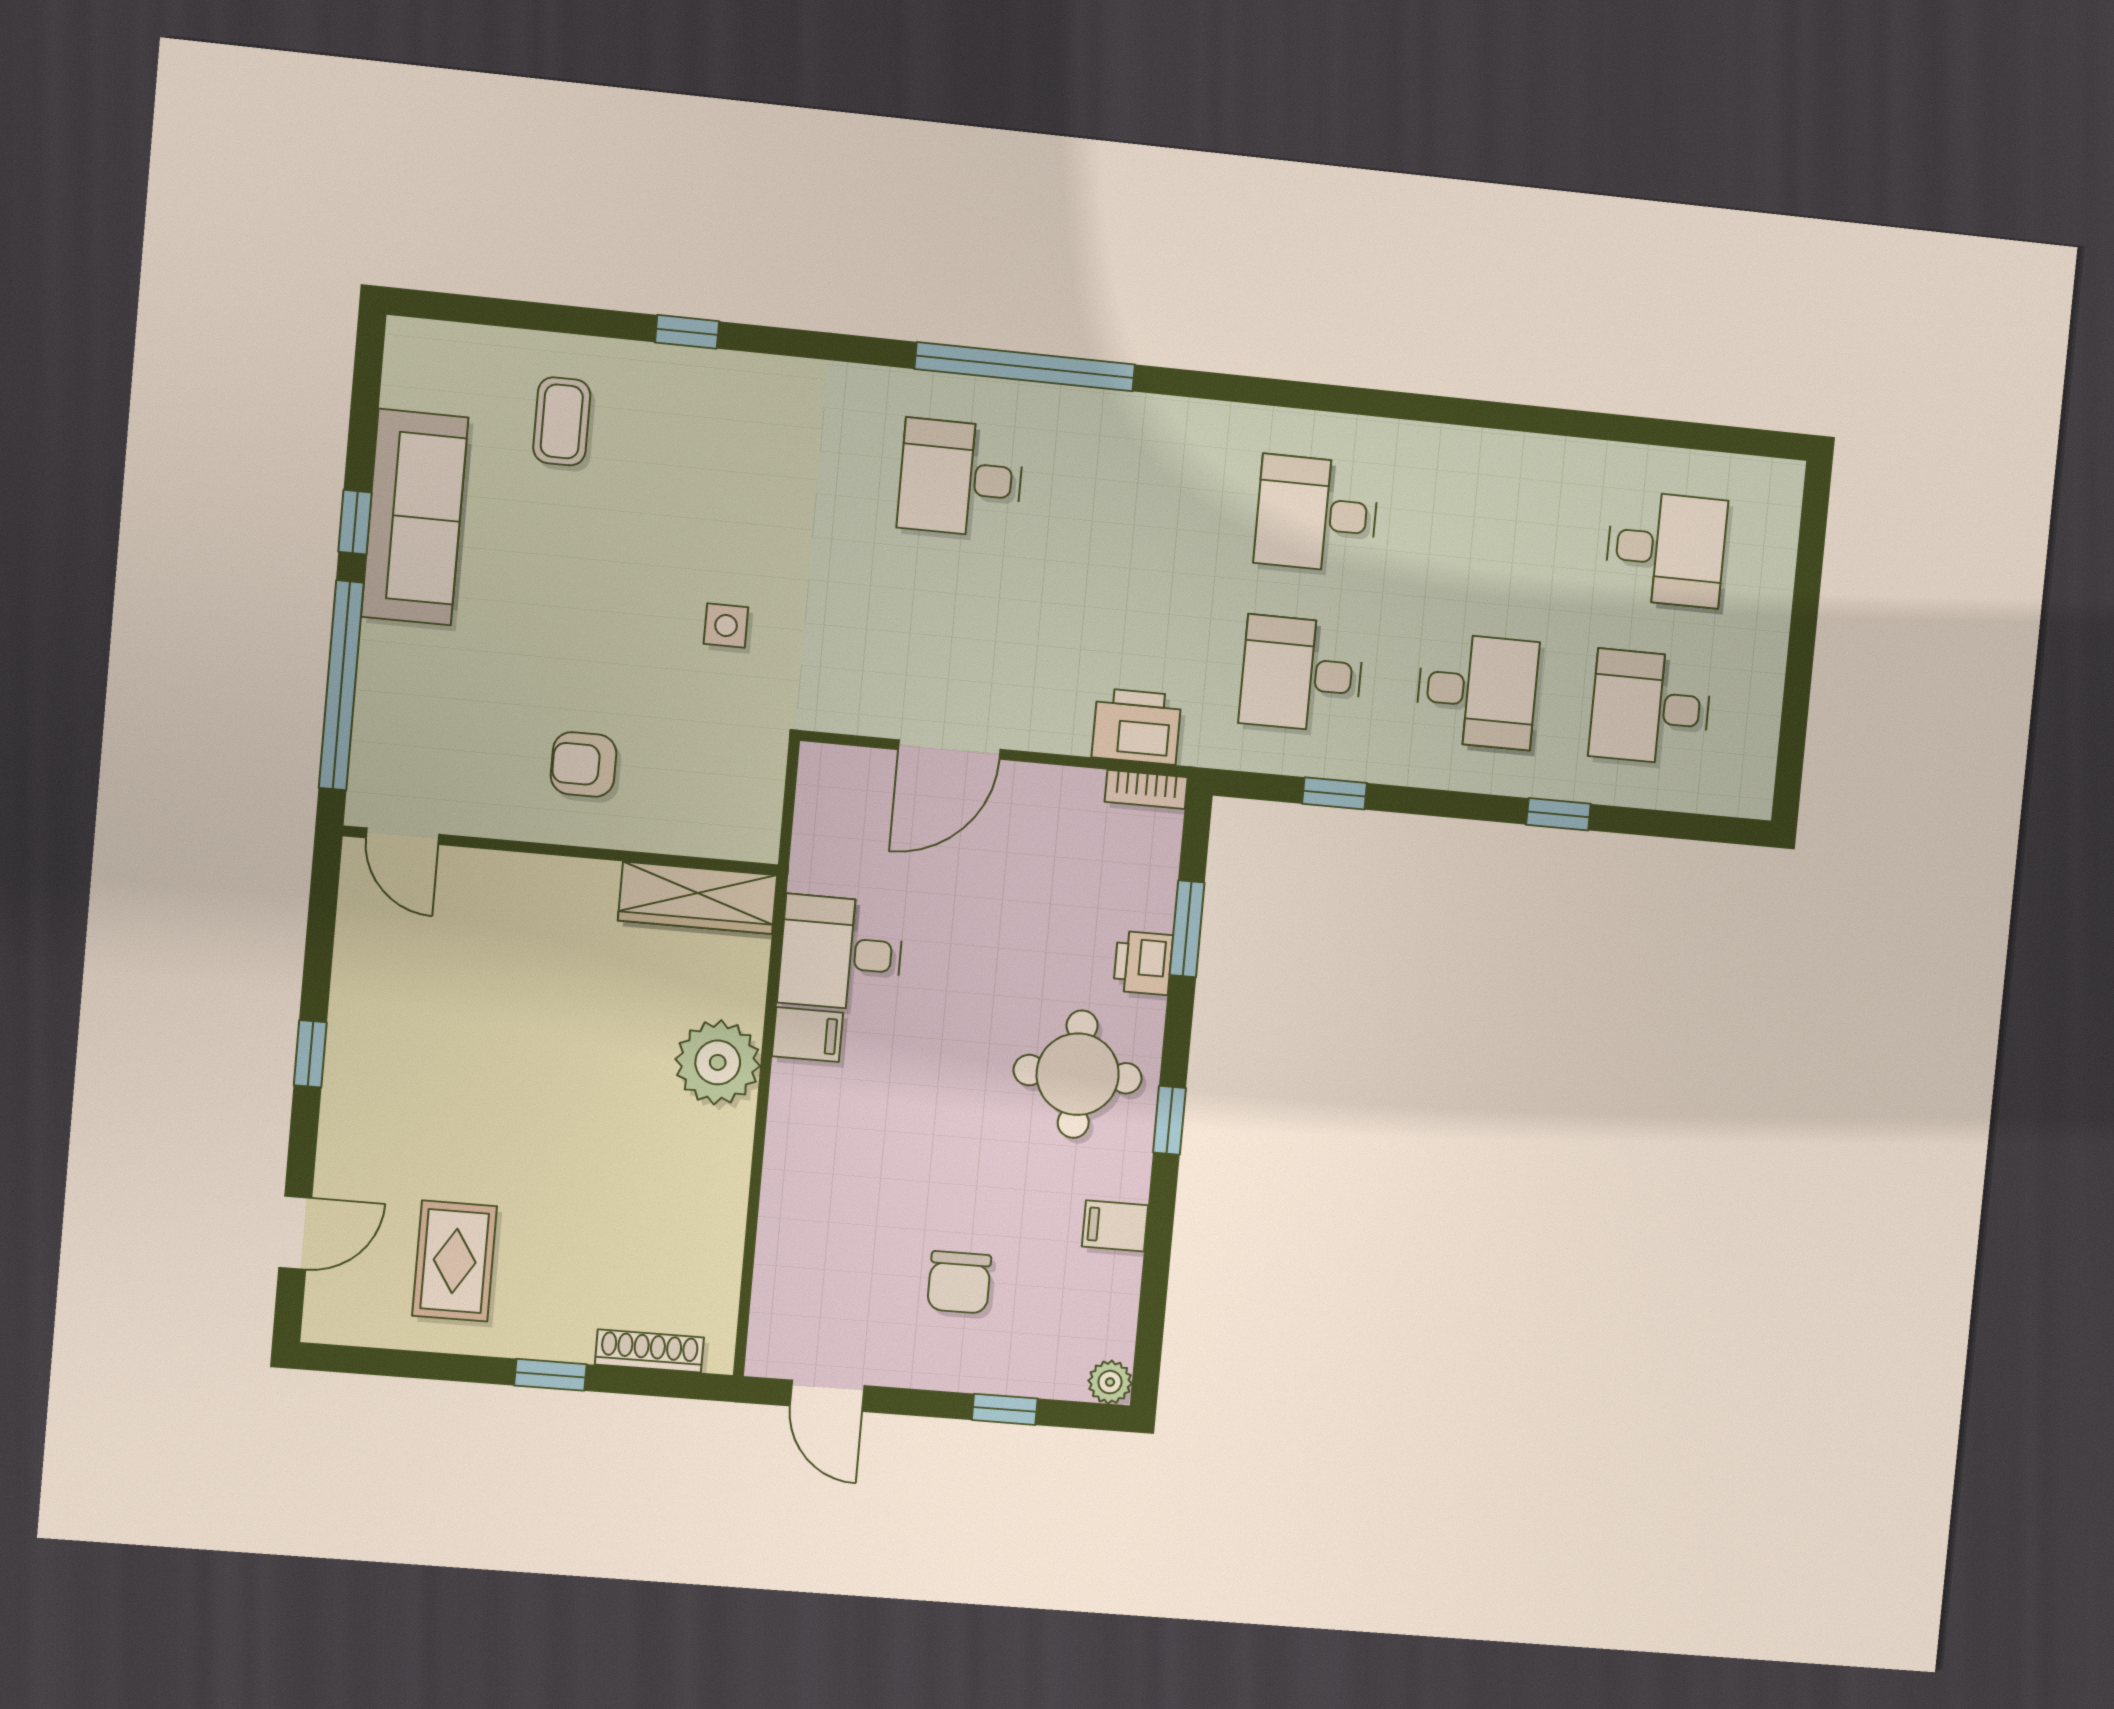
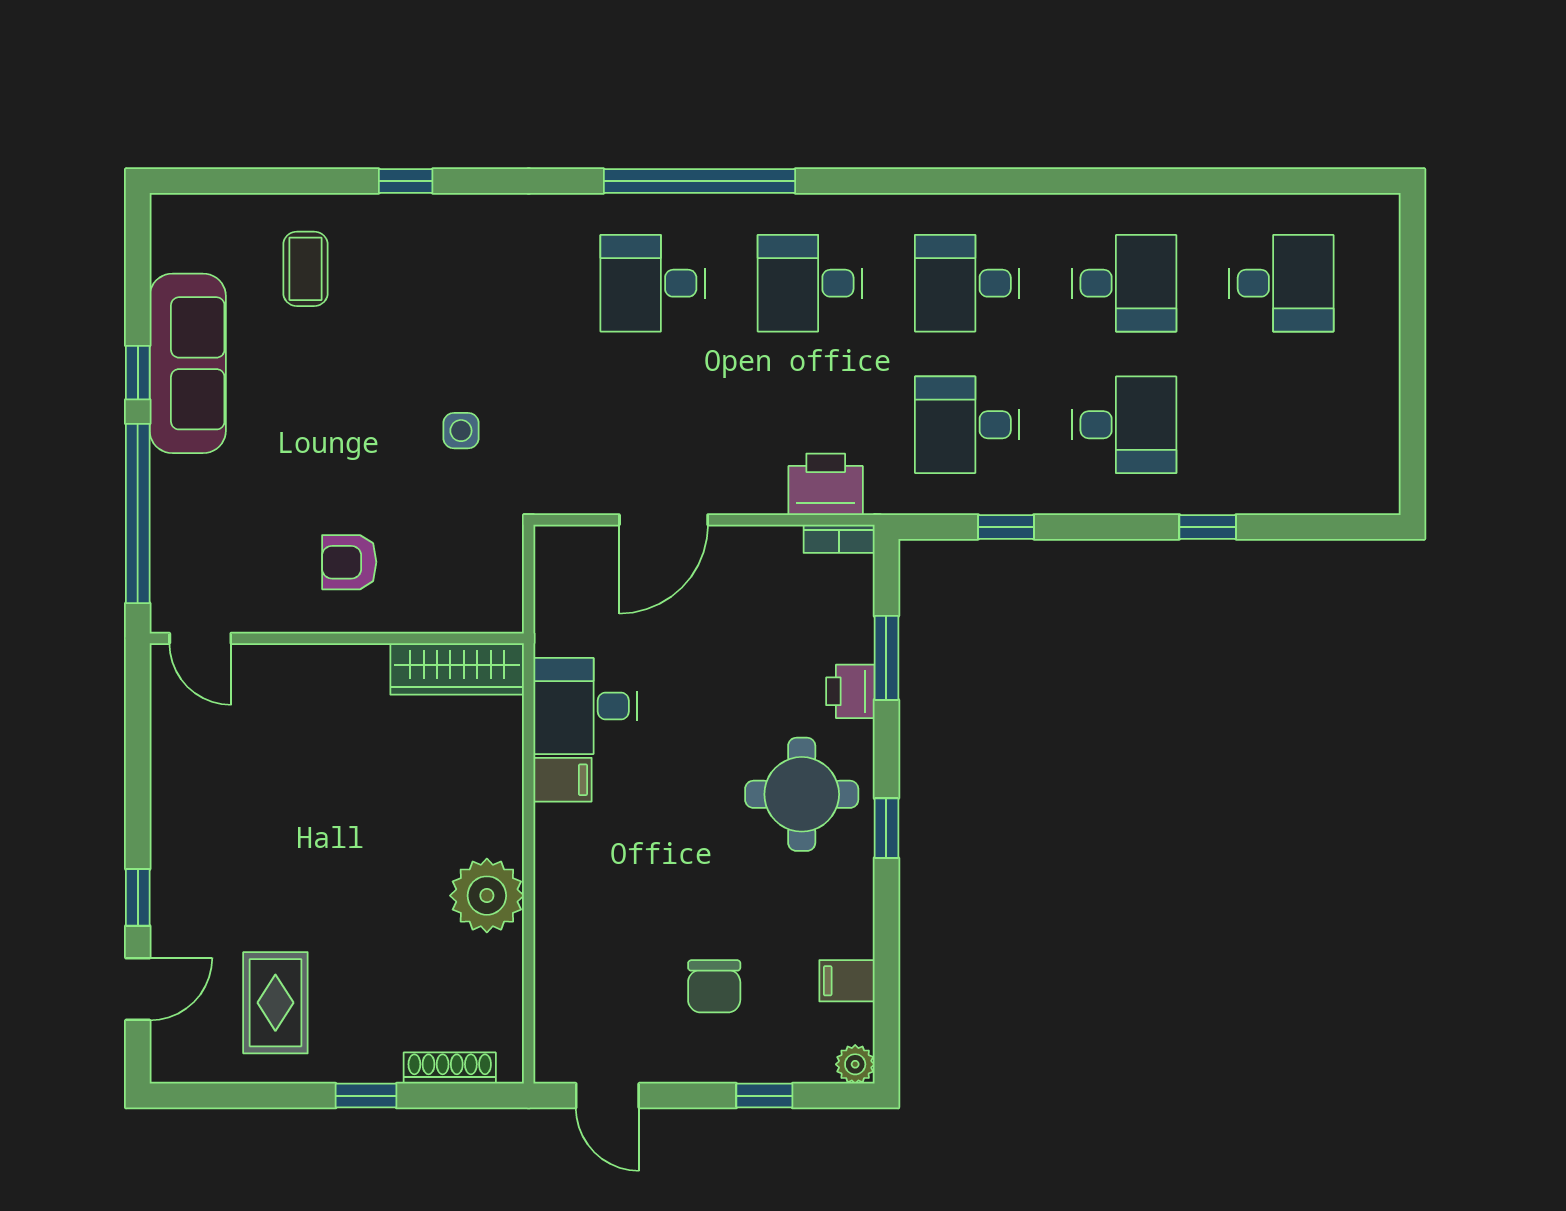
desk: (1140, 496) -> (810, 283), added
desk: (1651, 708) -> (1124, 283), moved, turned 180
window: (310, 1054) -> (138, 897), moved
plant: (718, 1062) -> (487, 896), moved
filing cabinet: (1115, 1226) -> (847, 981), moved

